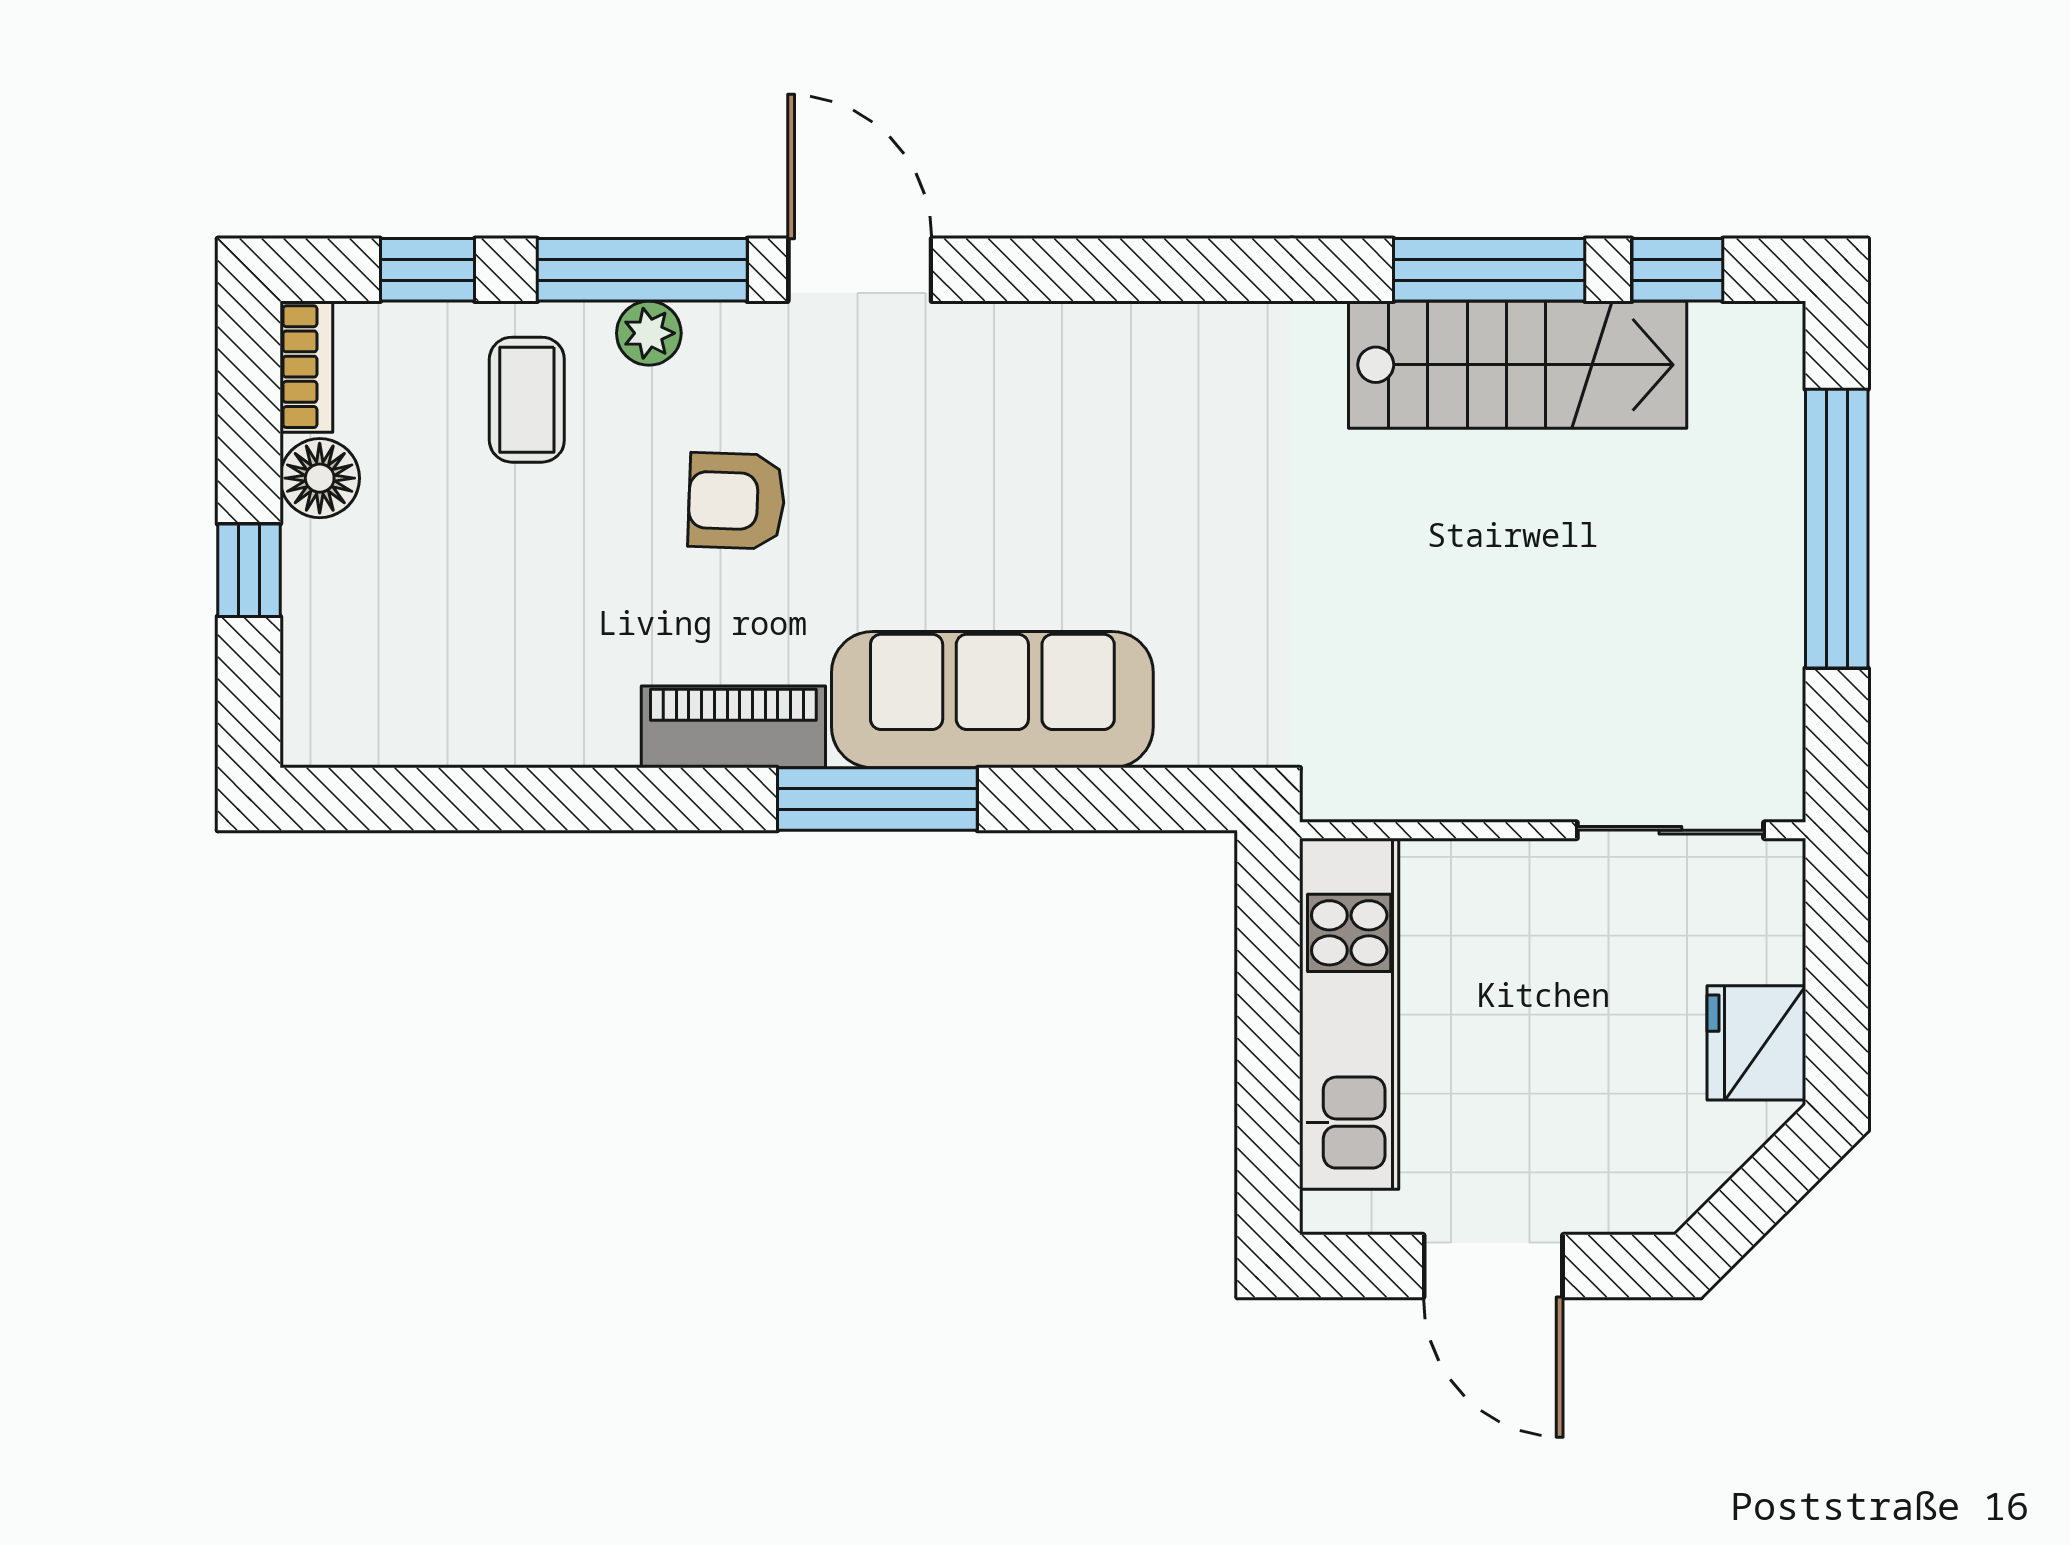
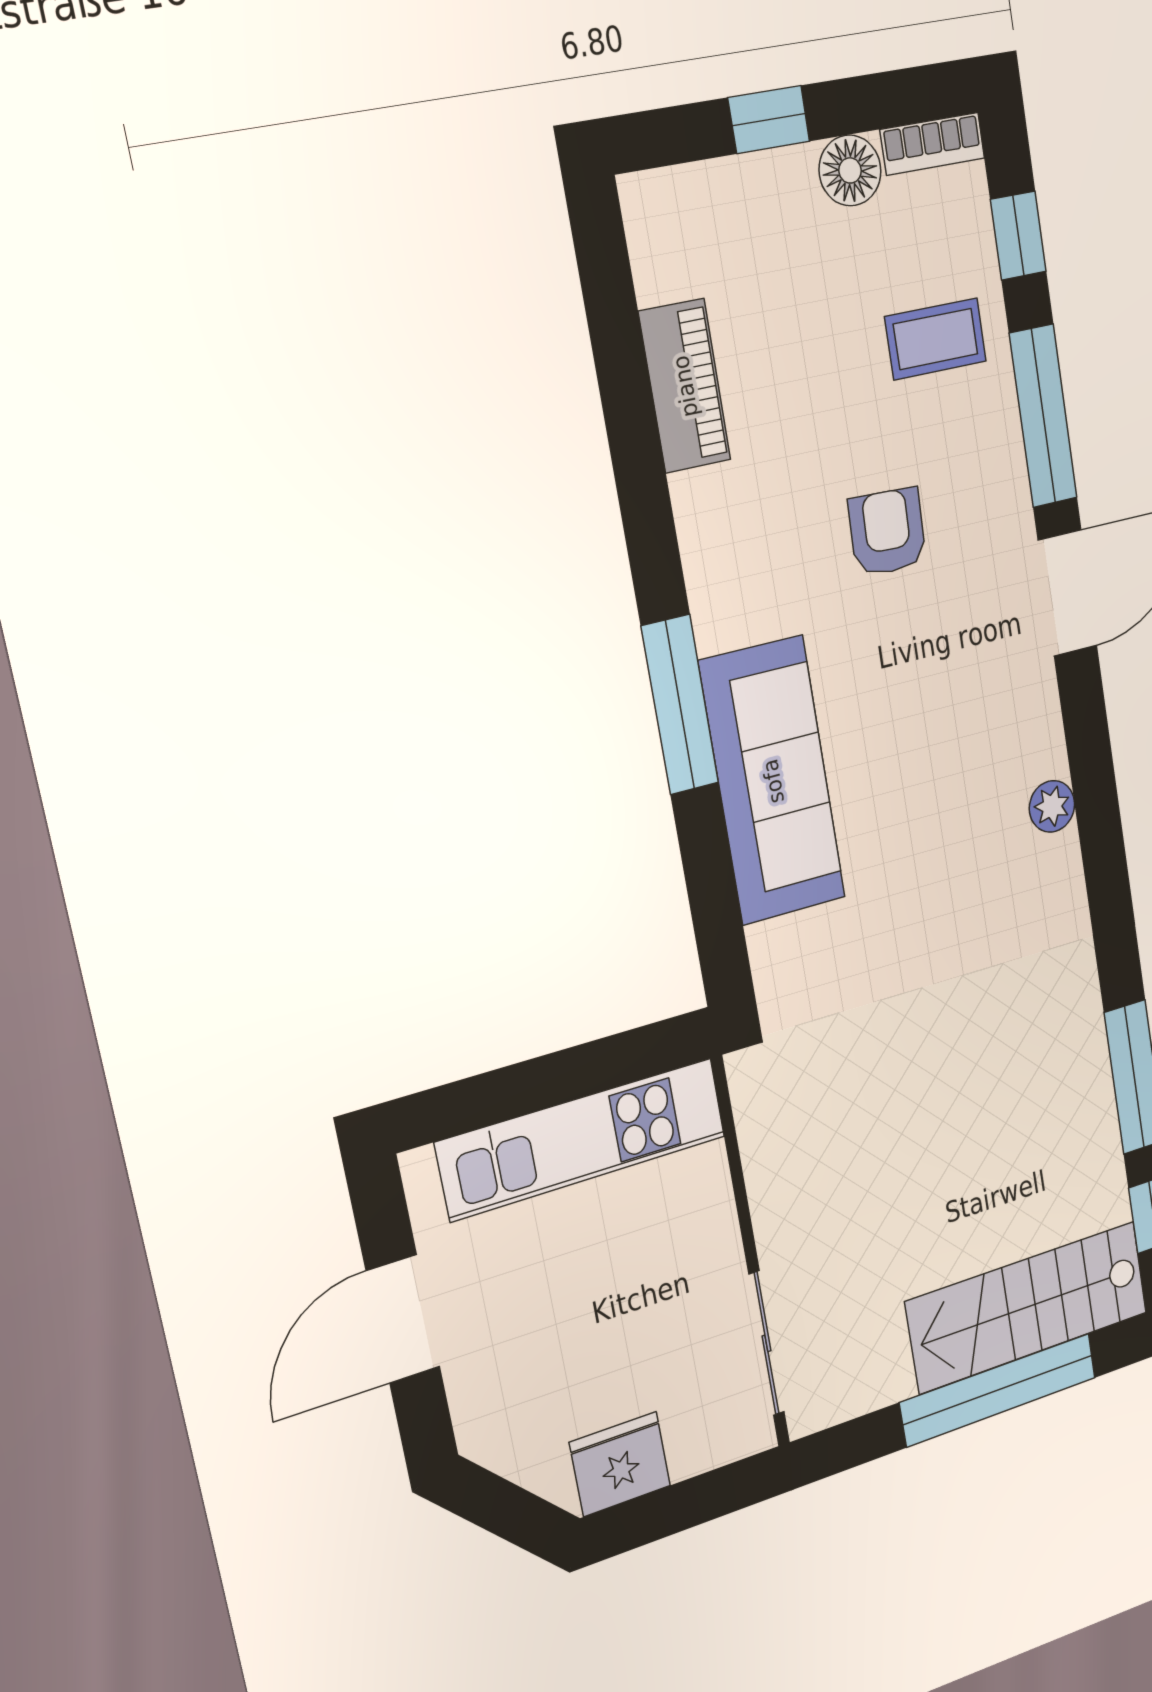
plant: (649, 333) -> (1052, 806), moved
stairs: (1518, 365) -> (1028, 1307), moved, turned 90
piano: (733, 727) -> (685, 386), moved

